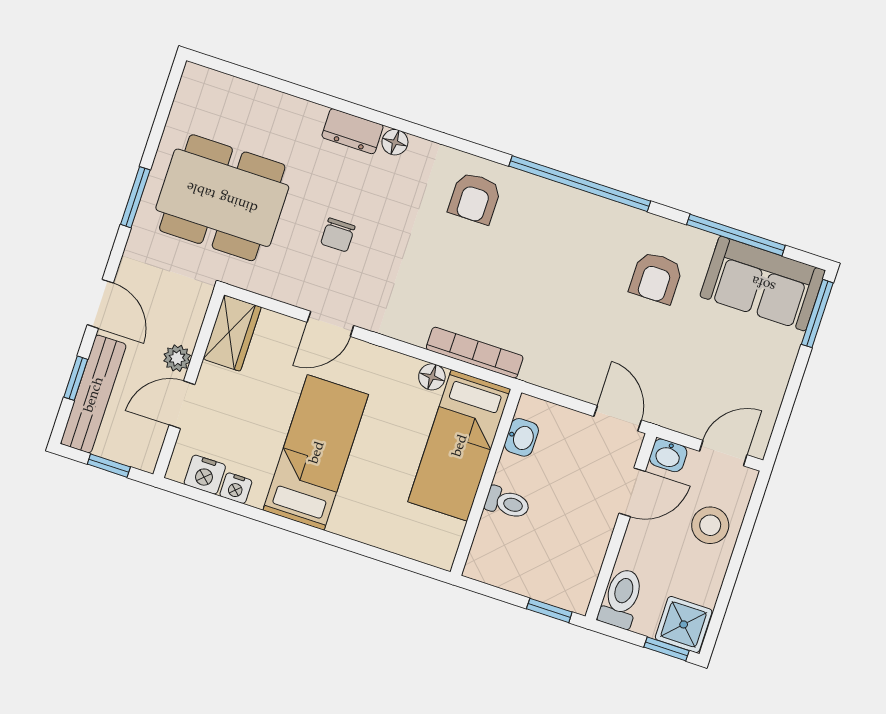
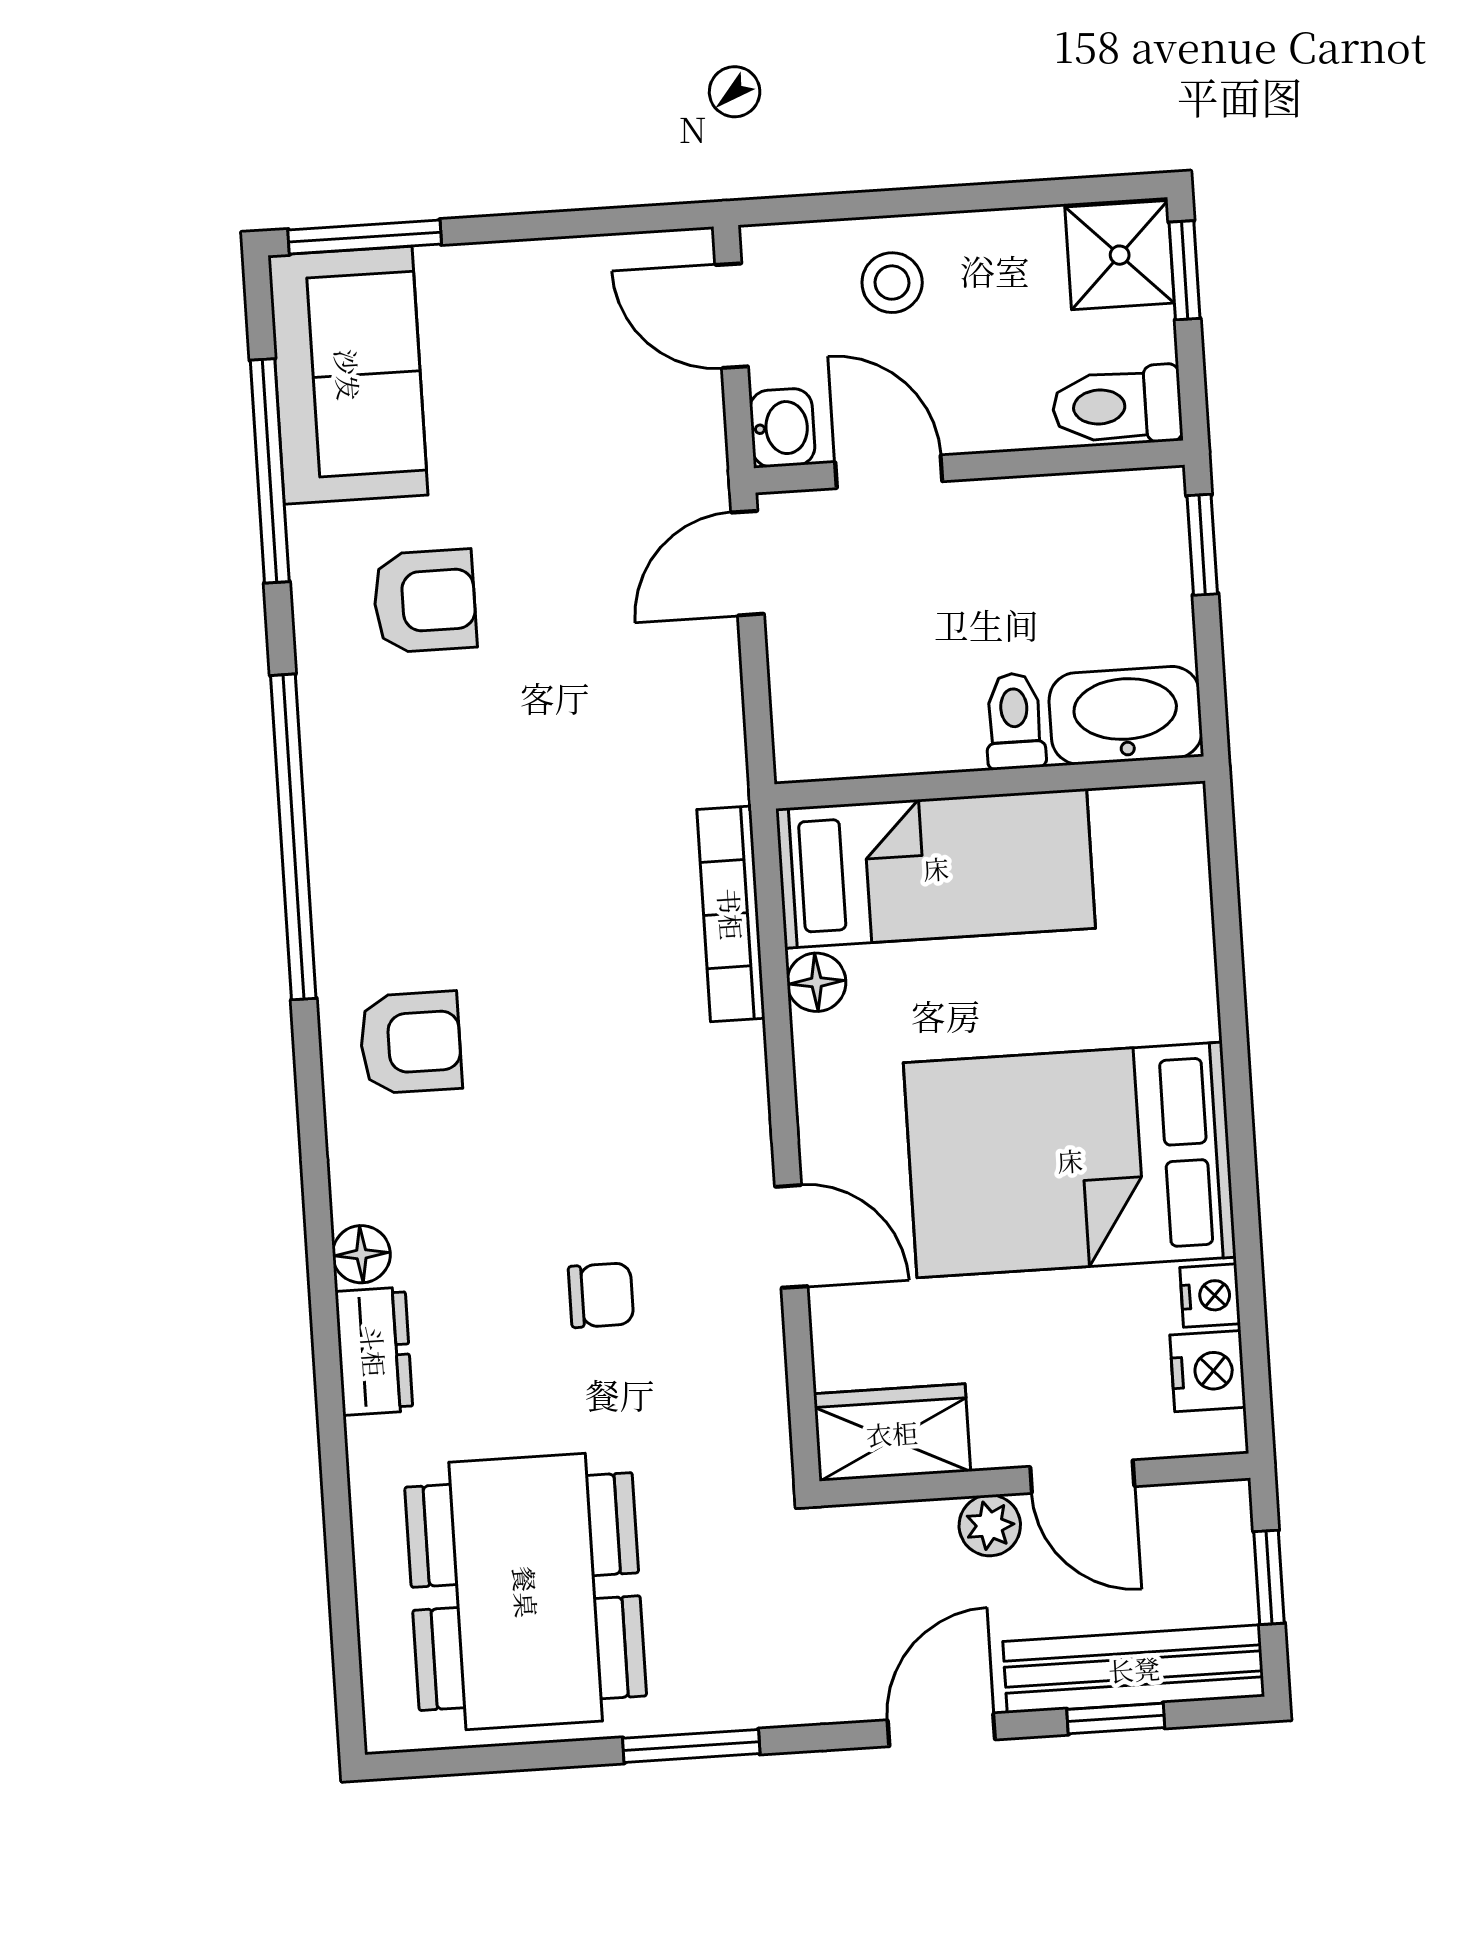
dining table: (222, 198) -> (526, 1592), moved
washbasin: (522, 437) -> (1126, 715), moved, width x1.91, depth x1.45
bed: (316, 452) -> (1070, 1160), width x1.50
stool: (710, 525) -> (892, 283), width x0.73, depth x0.73

